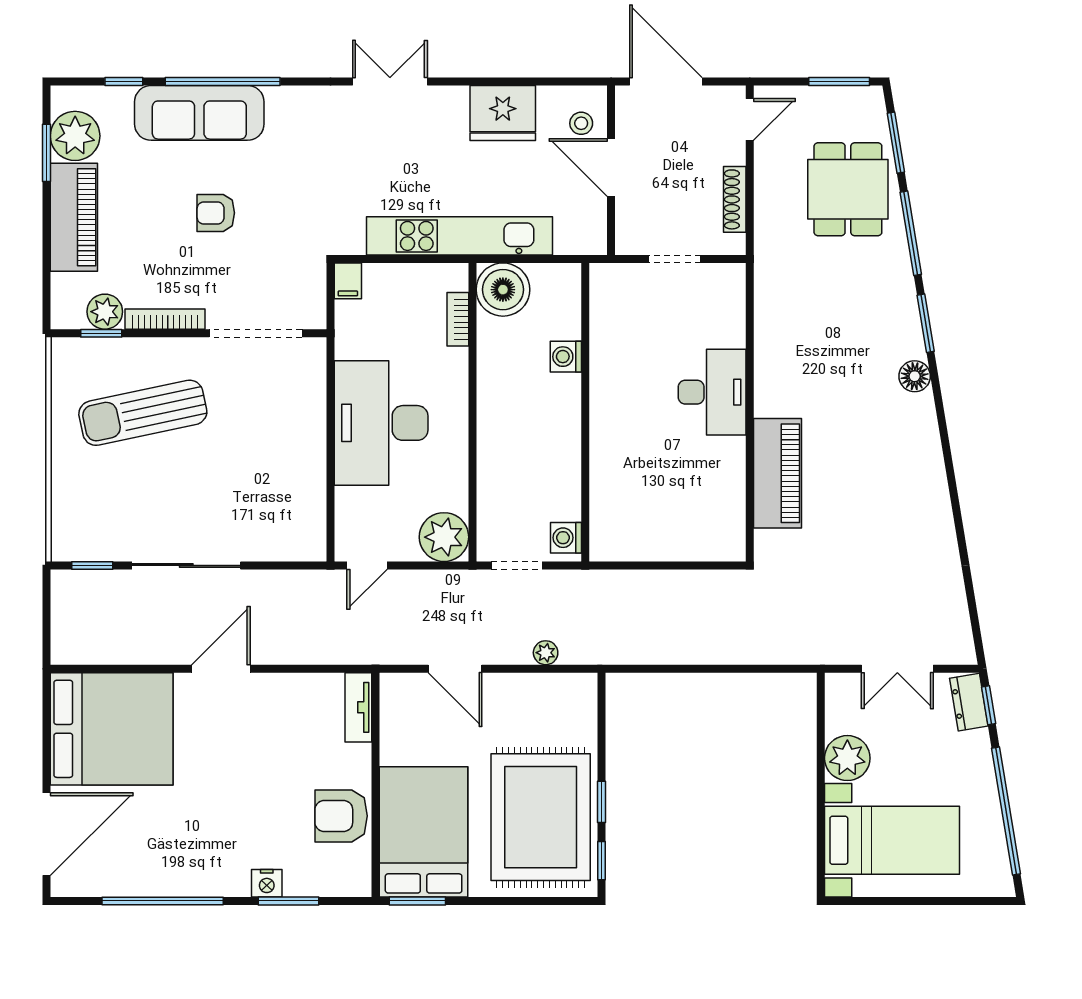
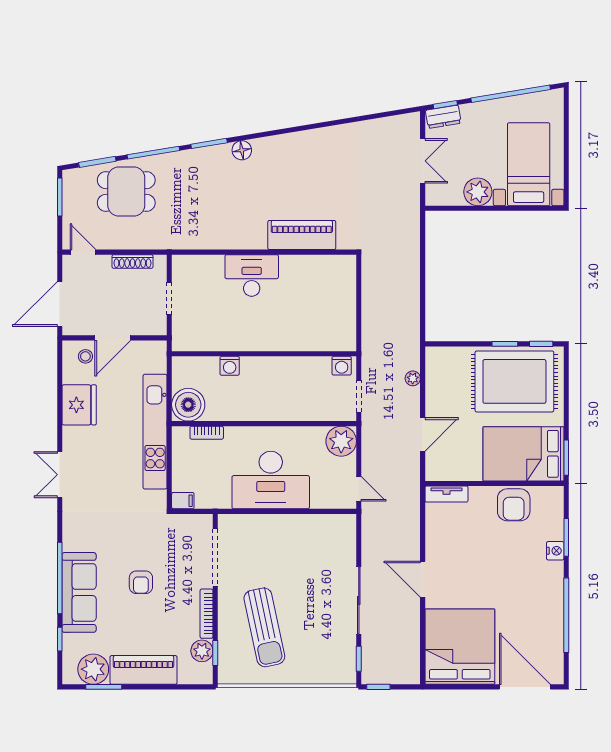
window: (47, 597) -> (378, 687), added

